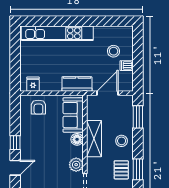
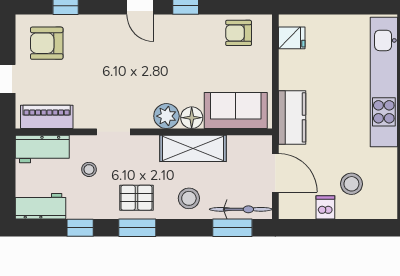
armchair: (38, 107) -> (239, 33), moved
bicycle: (128, 112) -> (241, 209), added
plant: (76, 165) -> (166, 116), moved

